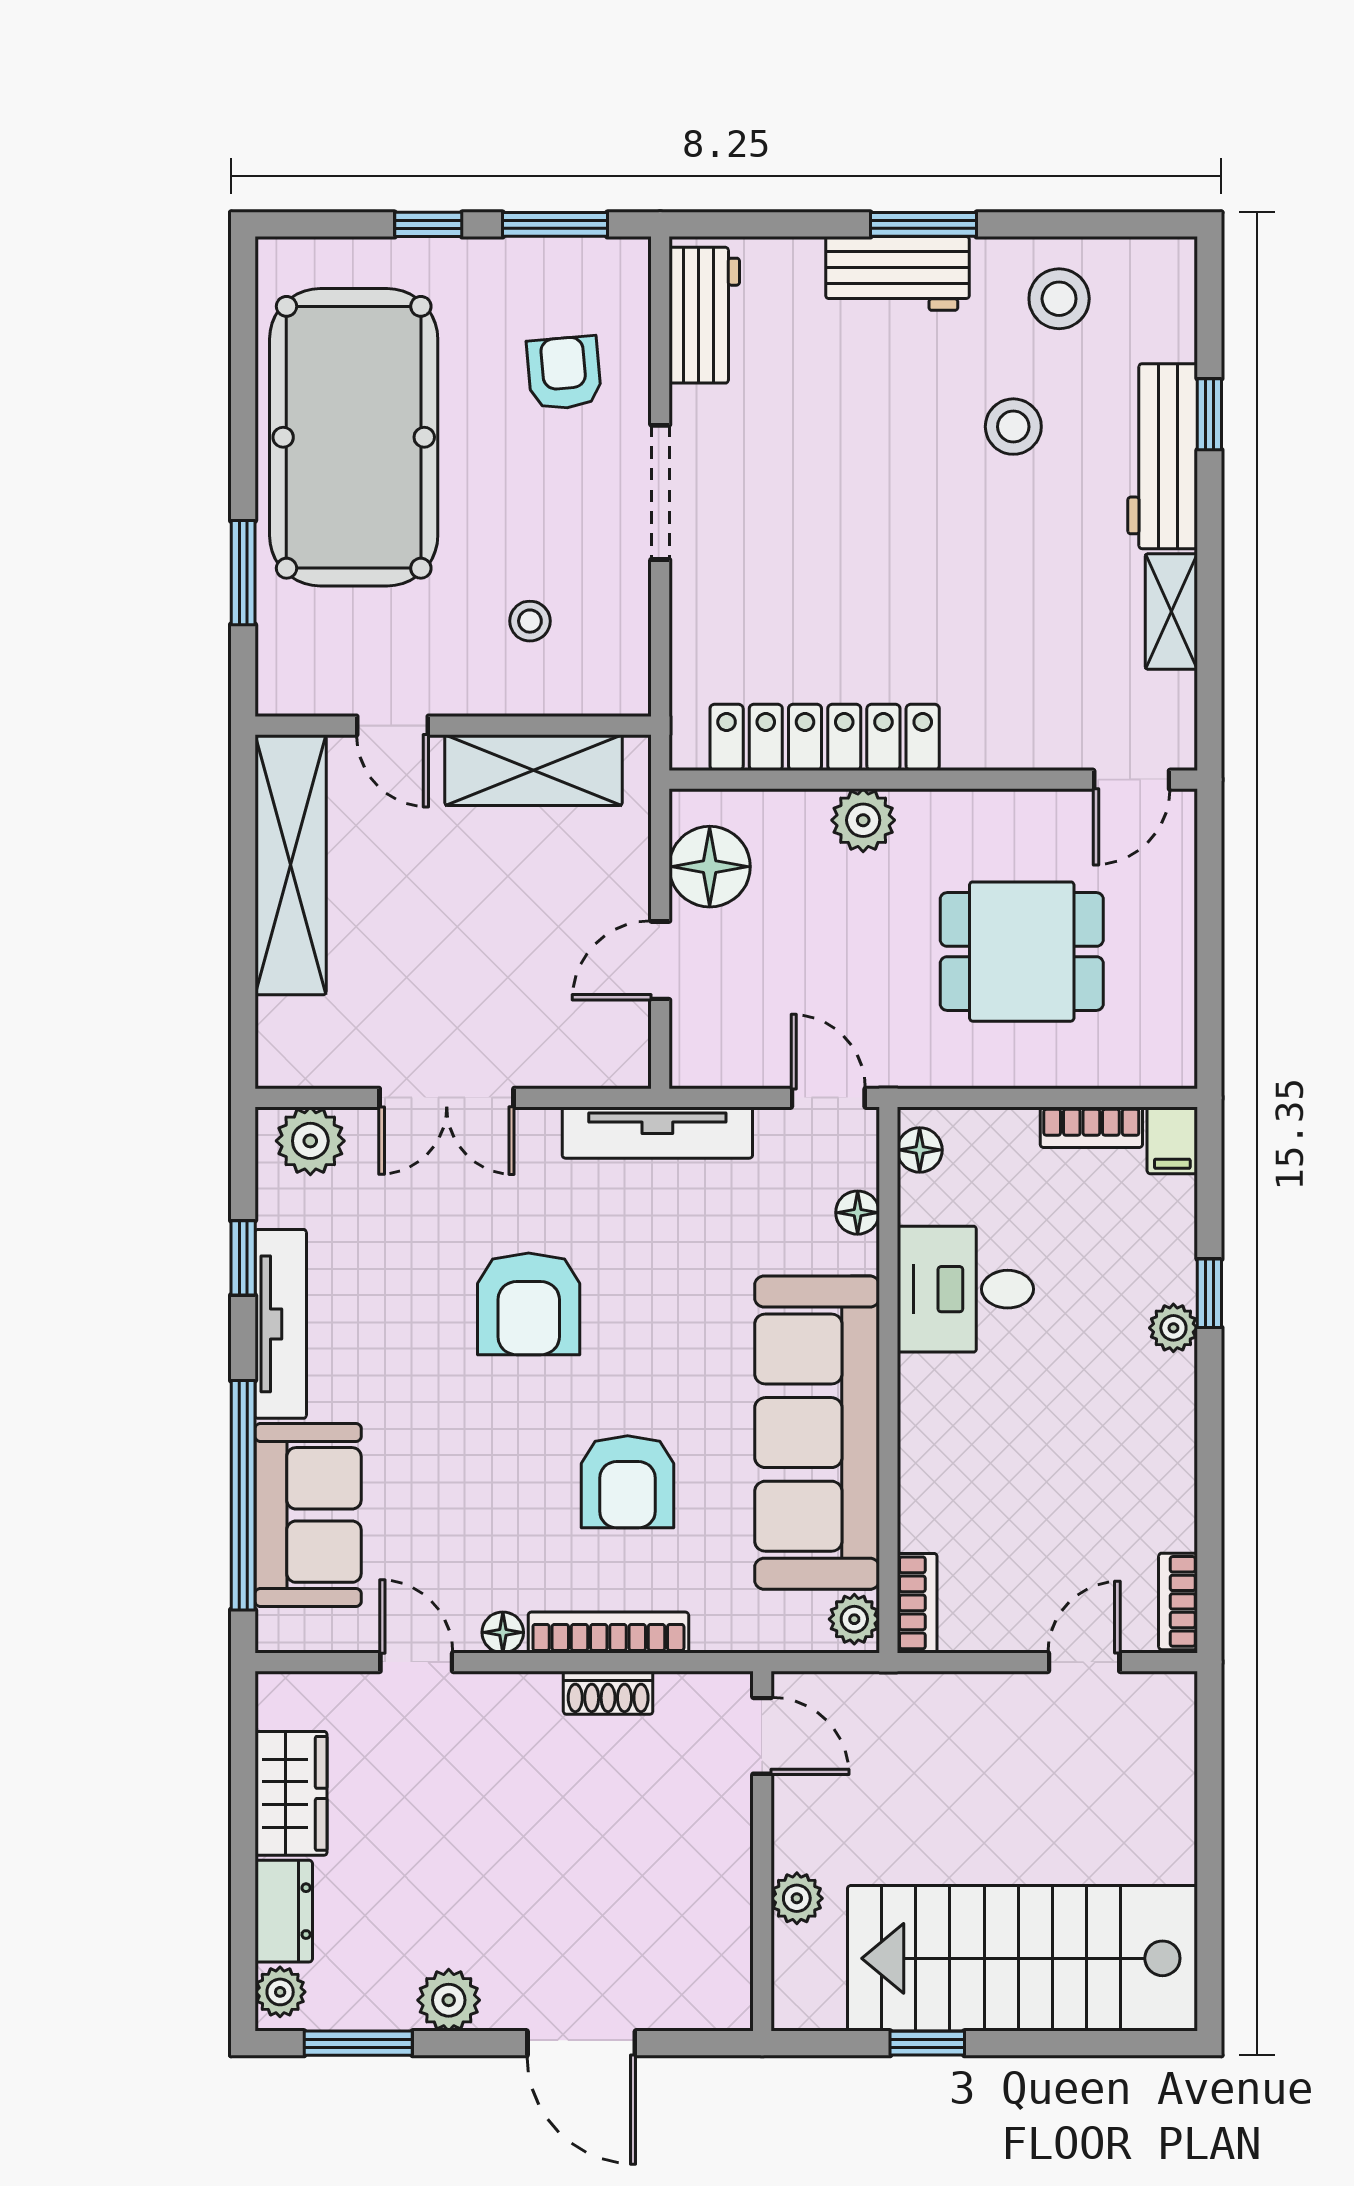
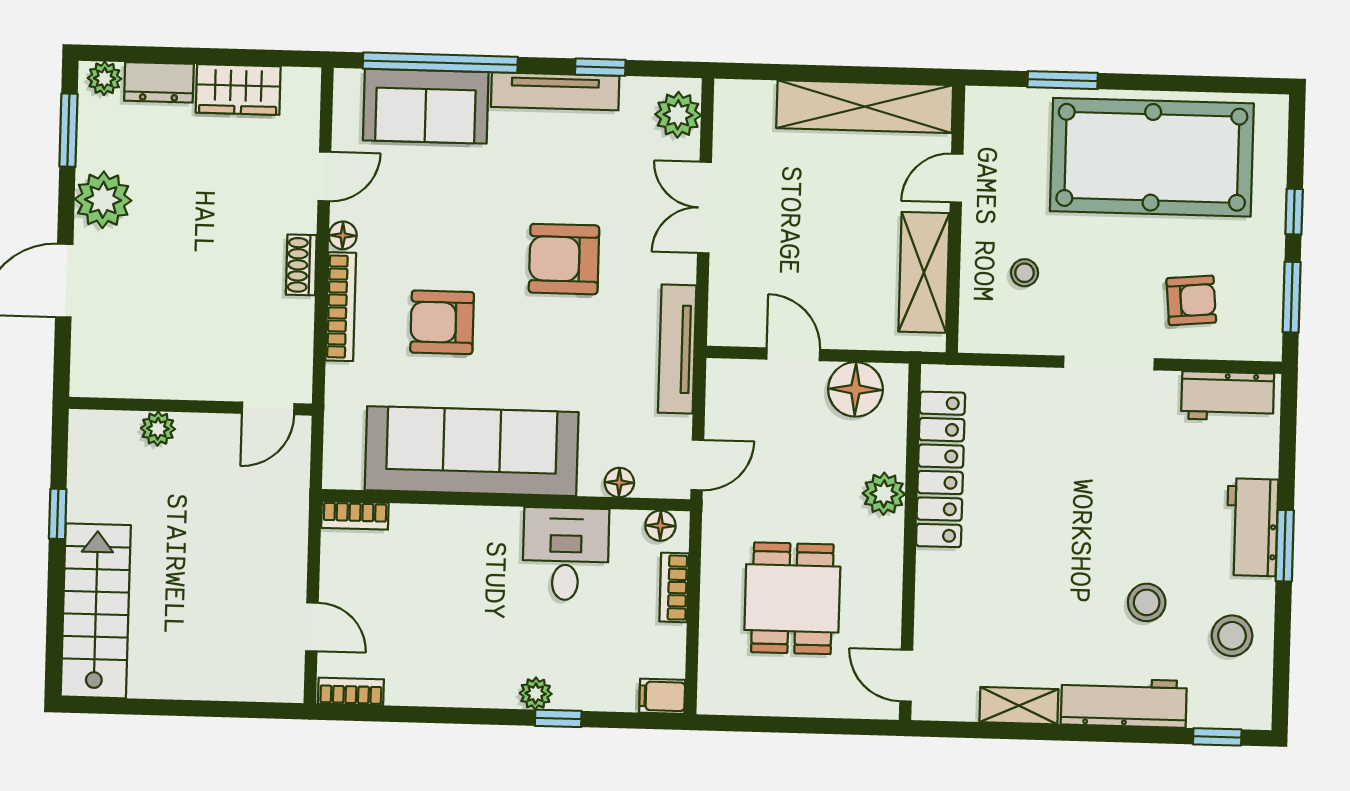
window: (1209, 414) -> (1217, 737), moved
bookcase: (1091, 1127) -> (674, 587), moved
plant: (854, 1619) -> (345, 473), removed
shoe rack: (608, 1693) -> (301, 265), moved
stairs: (1023, 1958) -> (96, 611), width x0.73, depth x0.66
plant: (449, 2000) -> (103, 200), width x1.36, depth x1.36

